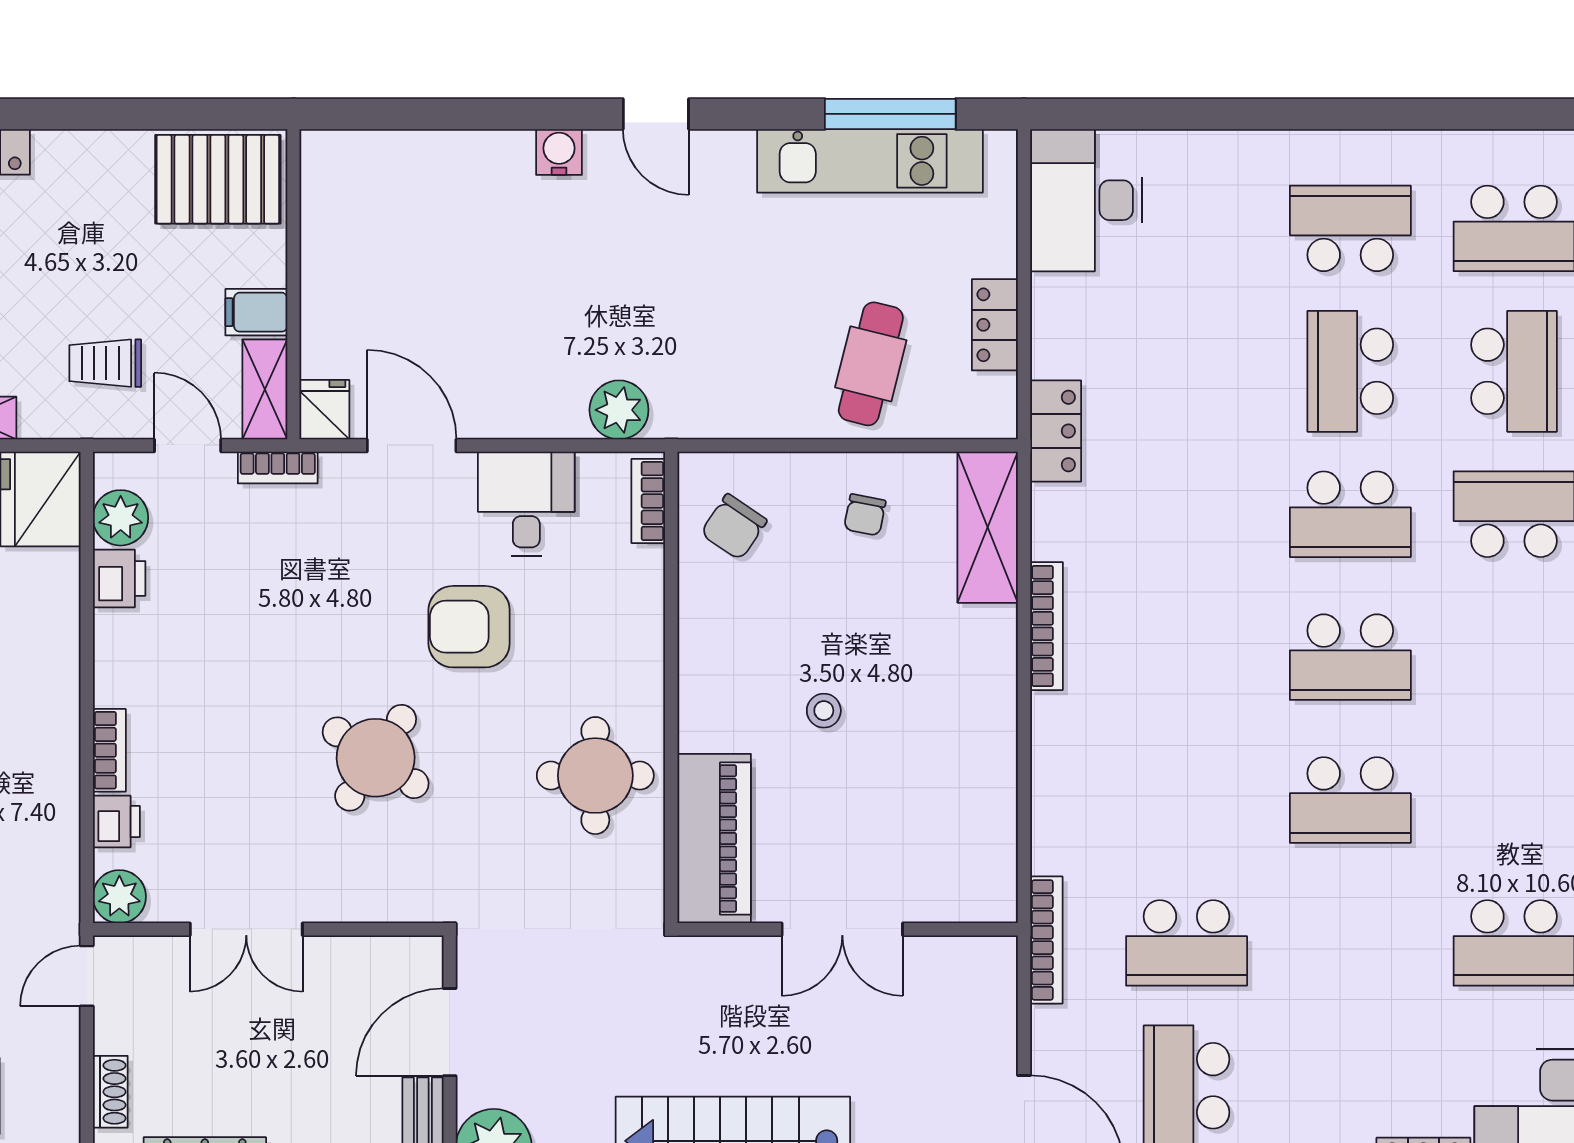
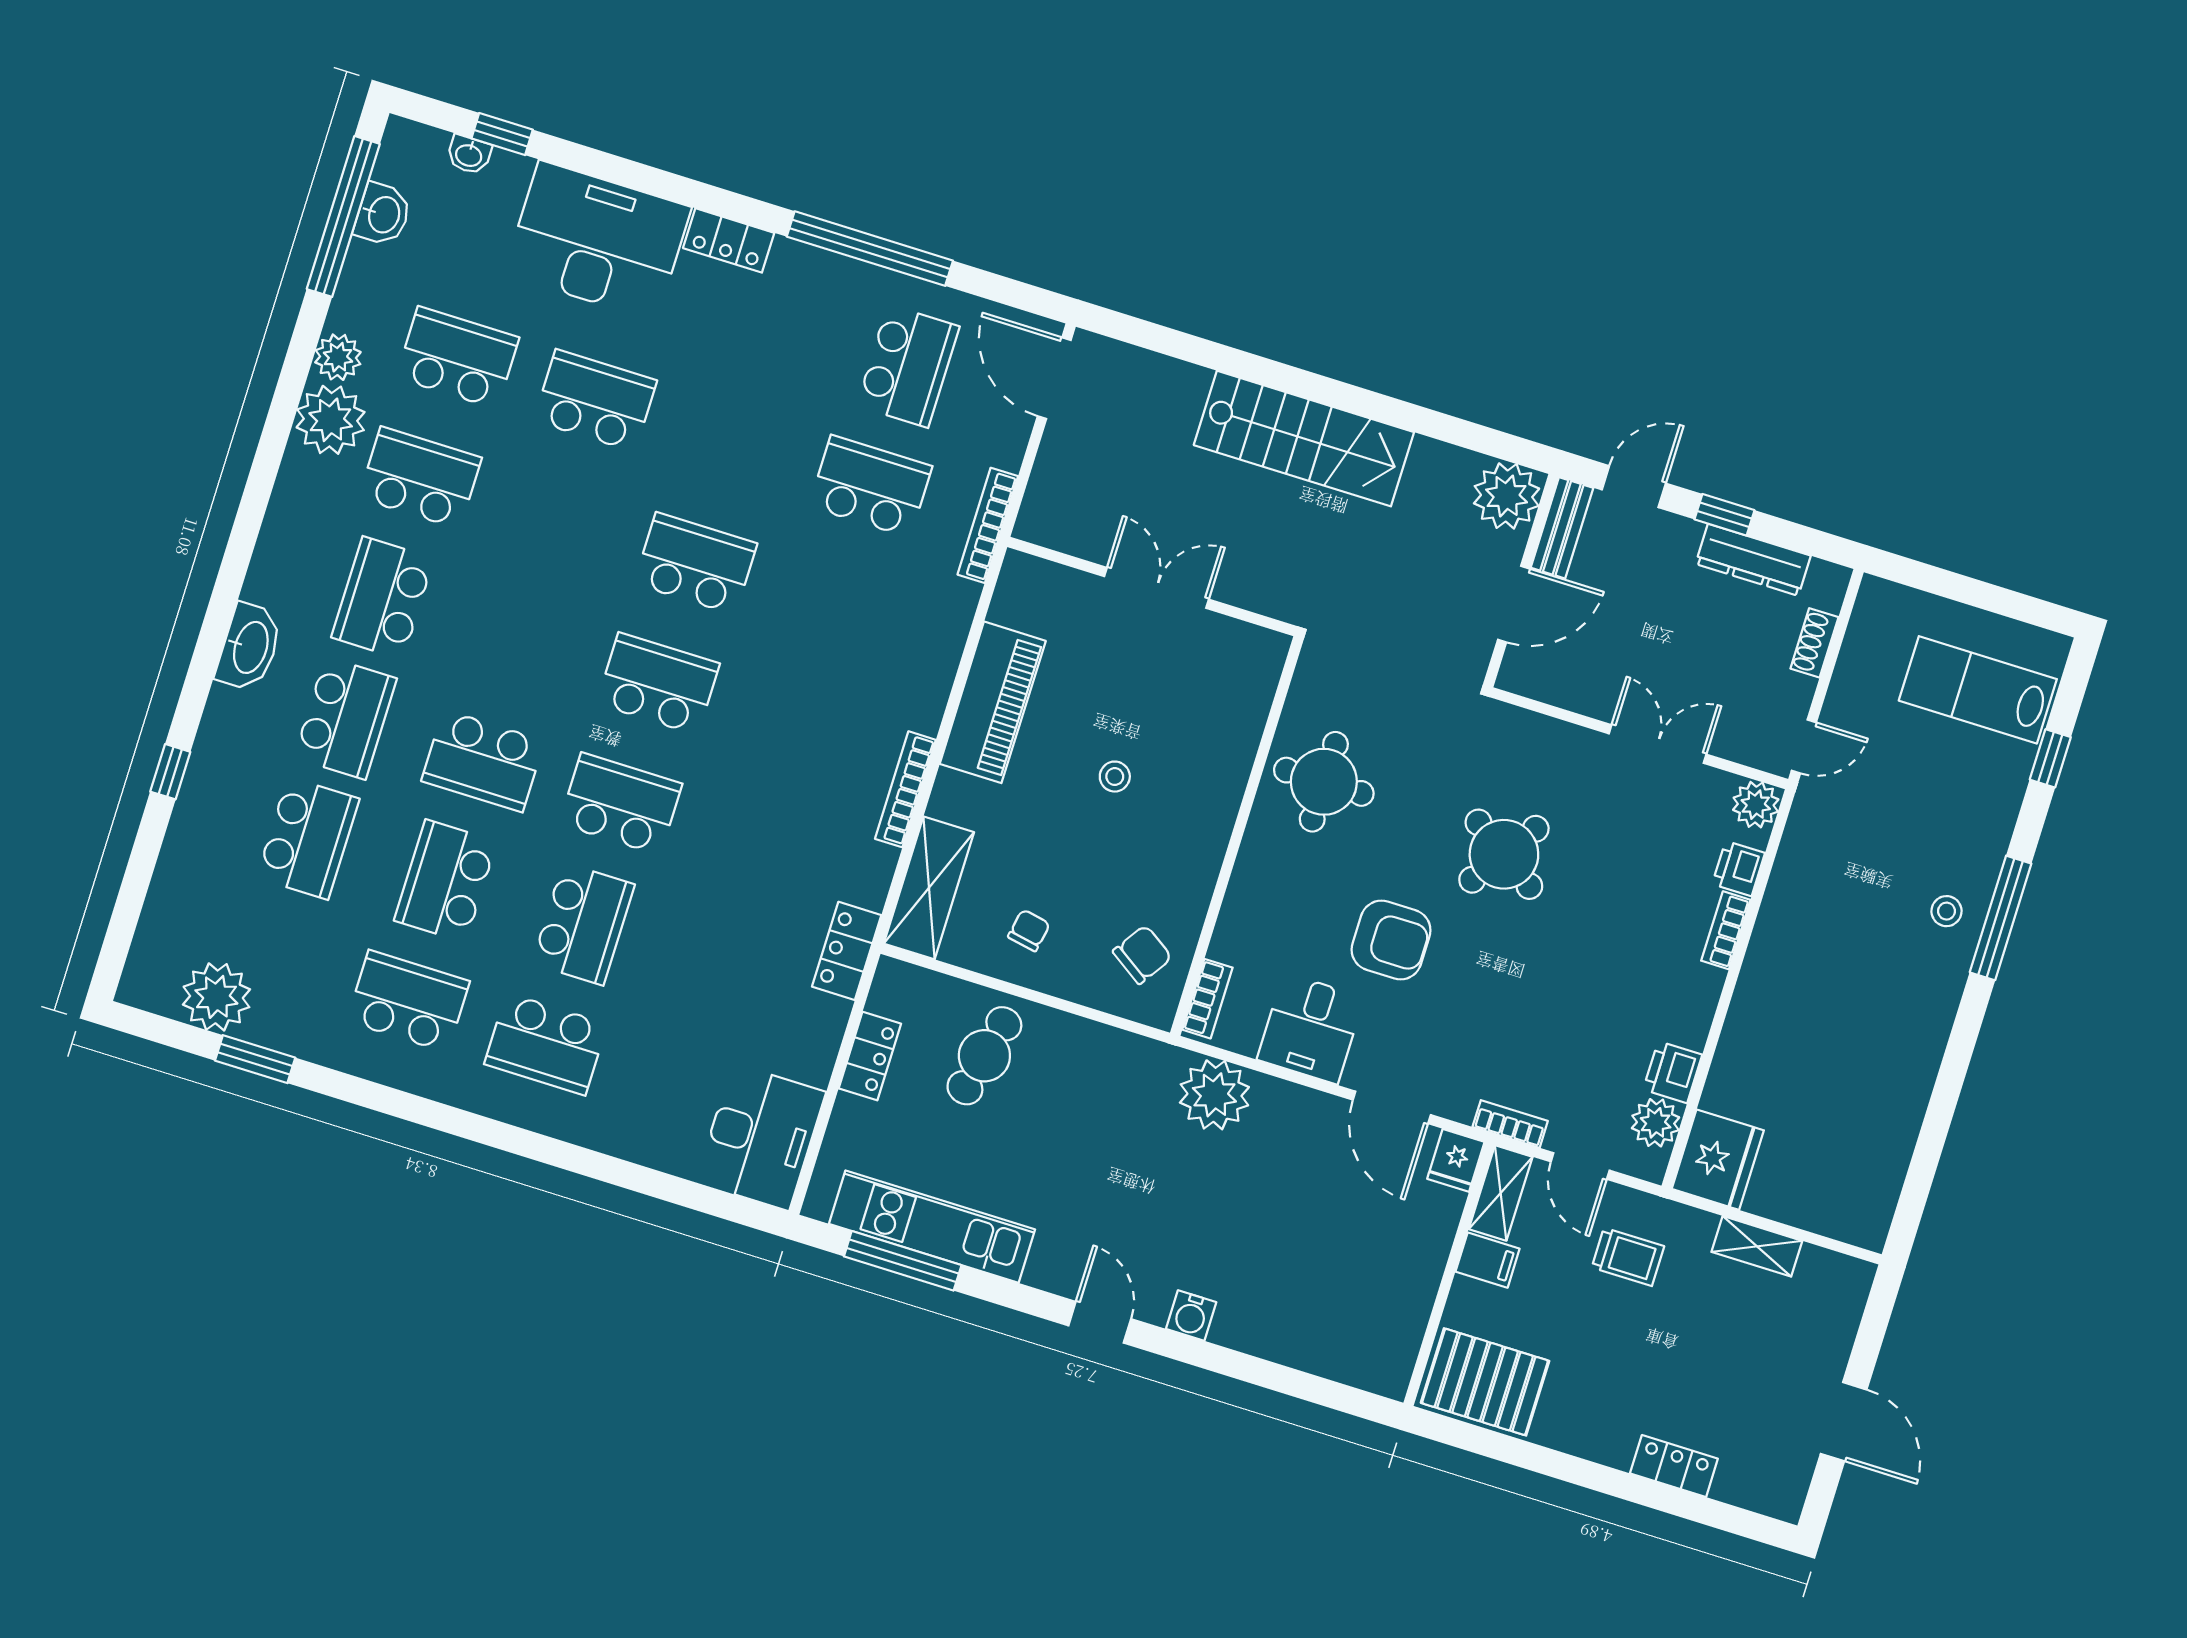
plant: (619, 410) -> (1214, 1095), width x1.36, depth x1.36
piano: (714, 838) -> (993, 702), moved, turned 180

